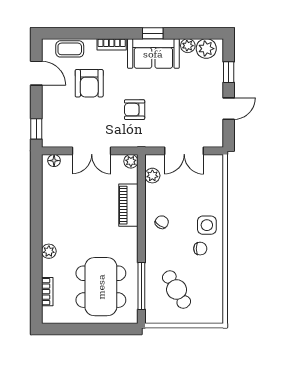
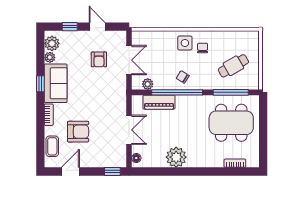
armchair: (135, 110) -> (99, 59), moved
plant: (131, 161) -> (137, 100), removed
piano: (128, 205) -> (159, 102), moved
window: (141, 215) -> (177, 92), added
plant: (49, 251) -> (176, 157), moved, width x1.87, depth x1.87

